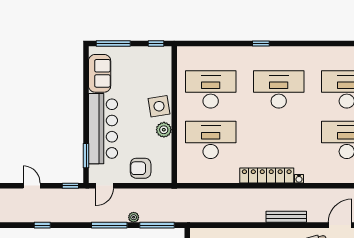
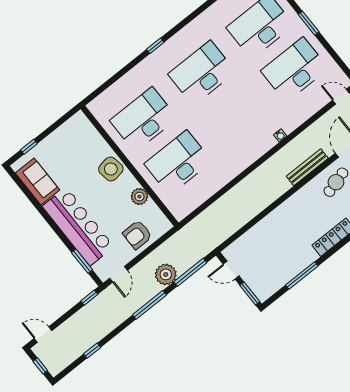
window: (113, 44) -> (29, 147), width x0.46
window: (156, 44) -> (65, 117), removed
plant: (164, 130) -> (139, 197), moved
locker: (267, 175) -> (250, 155), removed
door: (32, 186) -> (43, 335), moved
plant: (134, 217) -> (166, 274), width x1.88, depth x1.88
bench: (286, 217) -> (307, 167), moved

